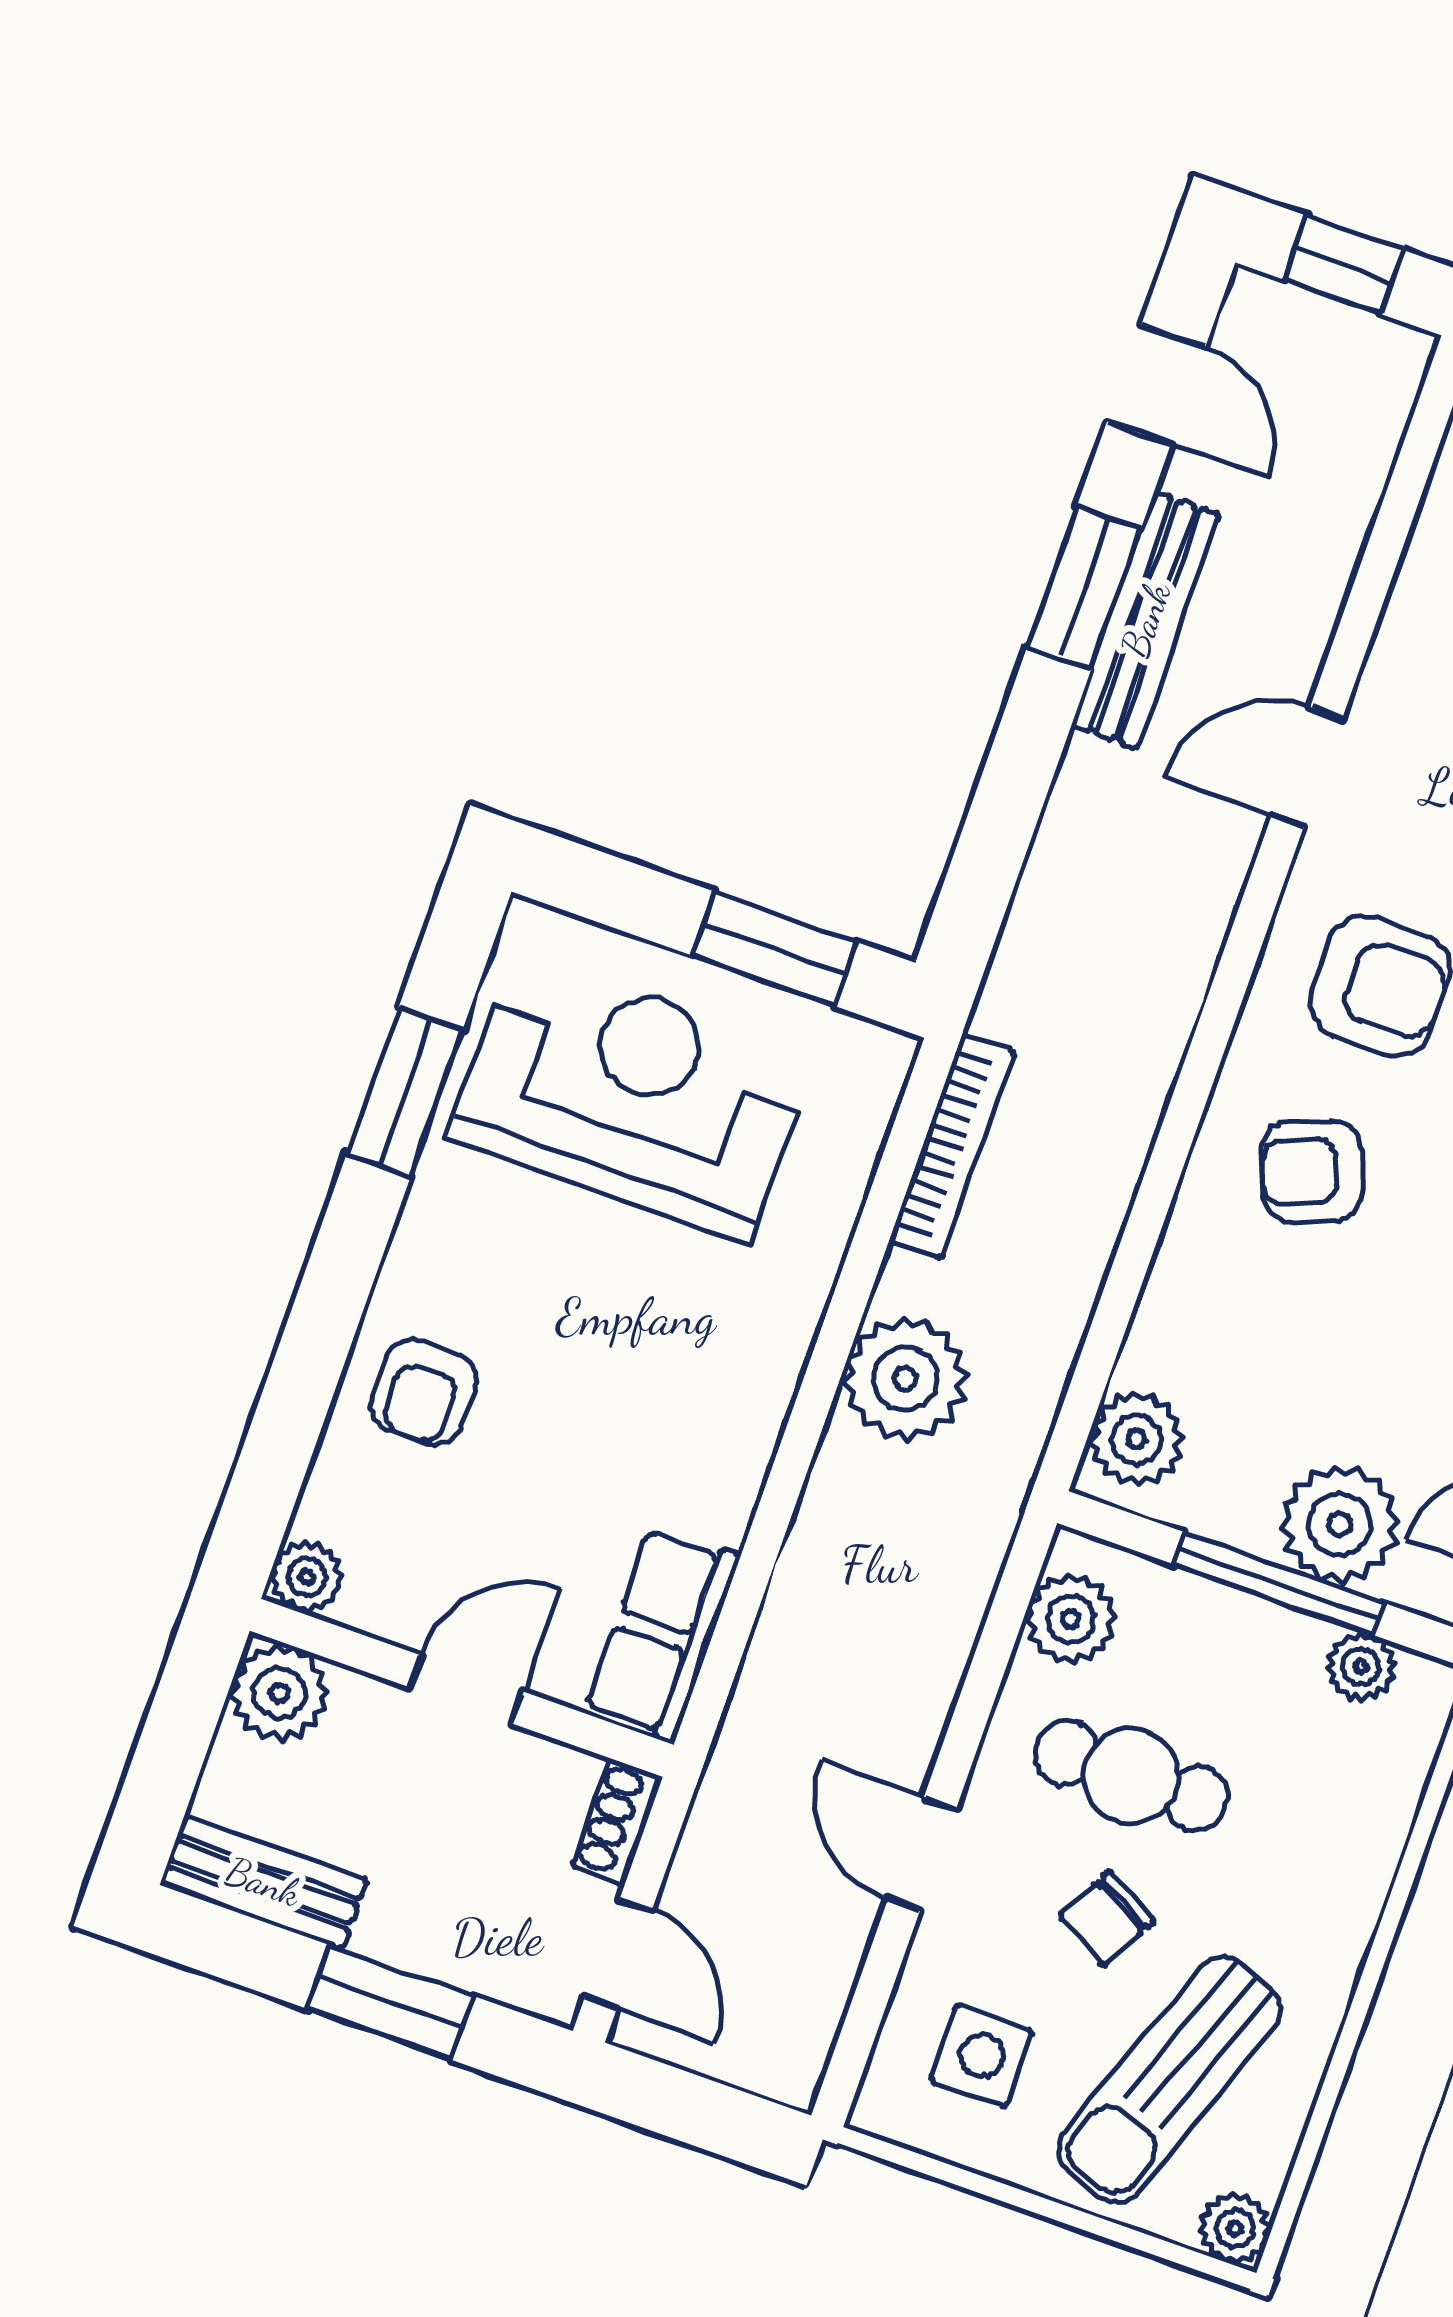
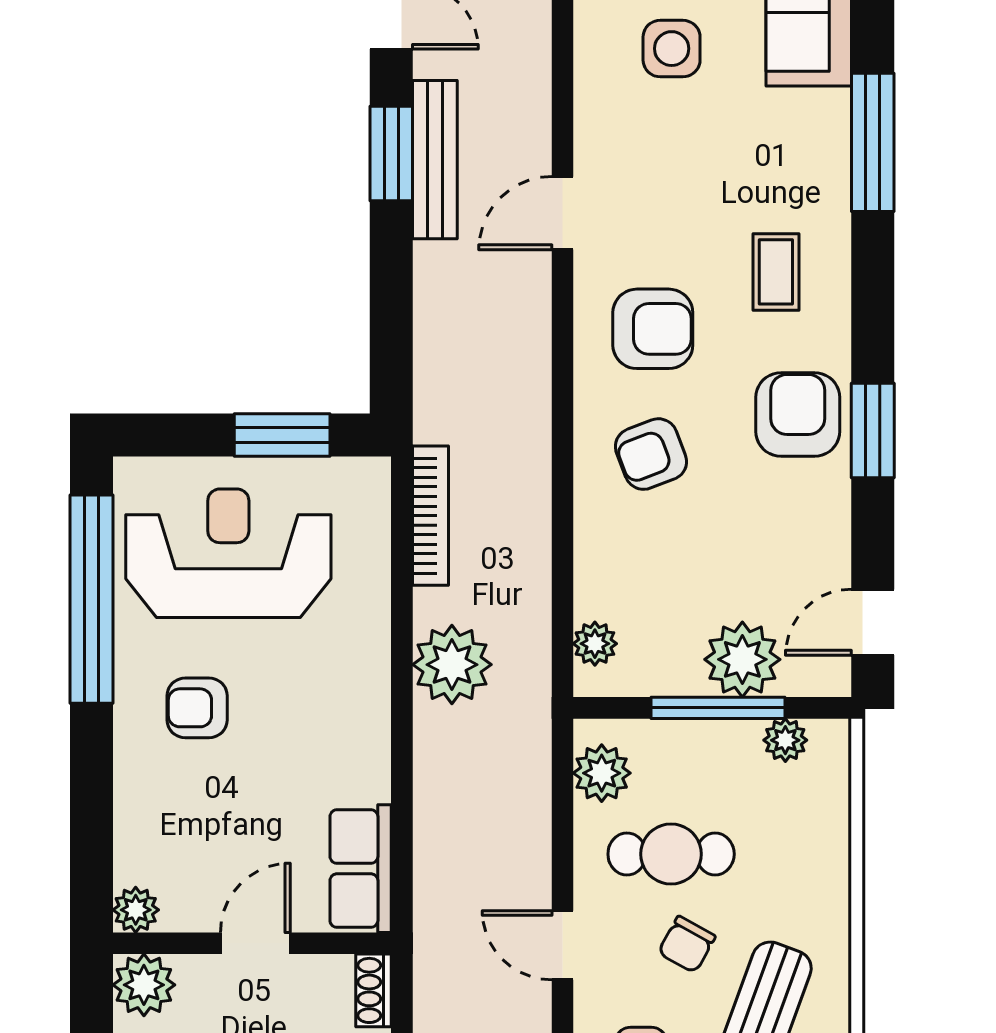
window: (404, 1092) -> (92, 599), width x2.11
armchair: (424, 1392) -> (197, 708), moved, turned 90
plant: (1137, 1439) -> (595, 644), width x0.73, depth x0.73

